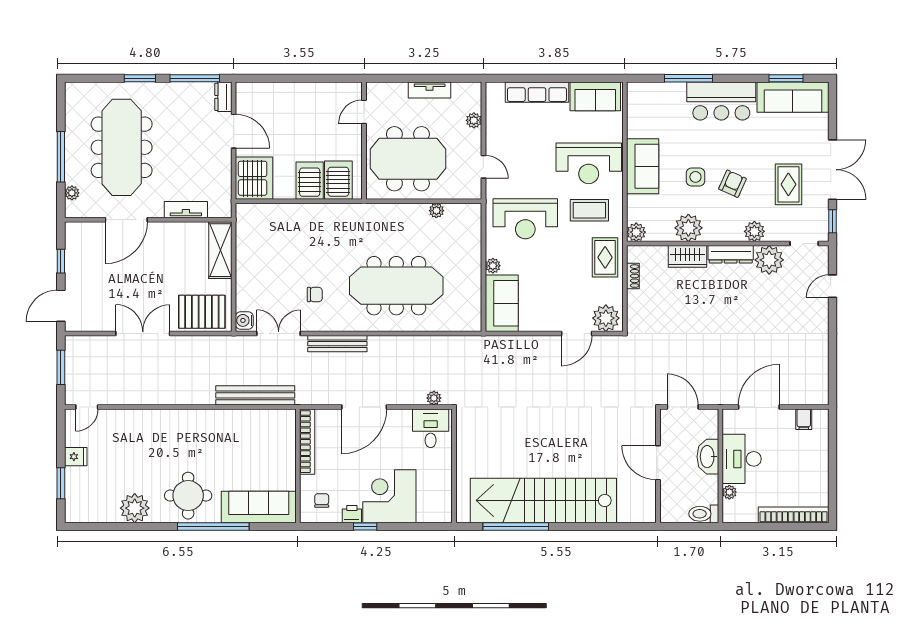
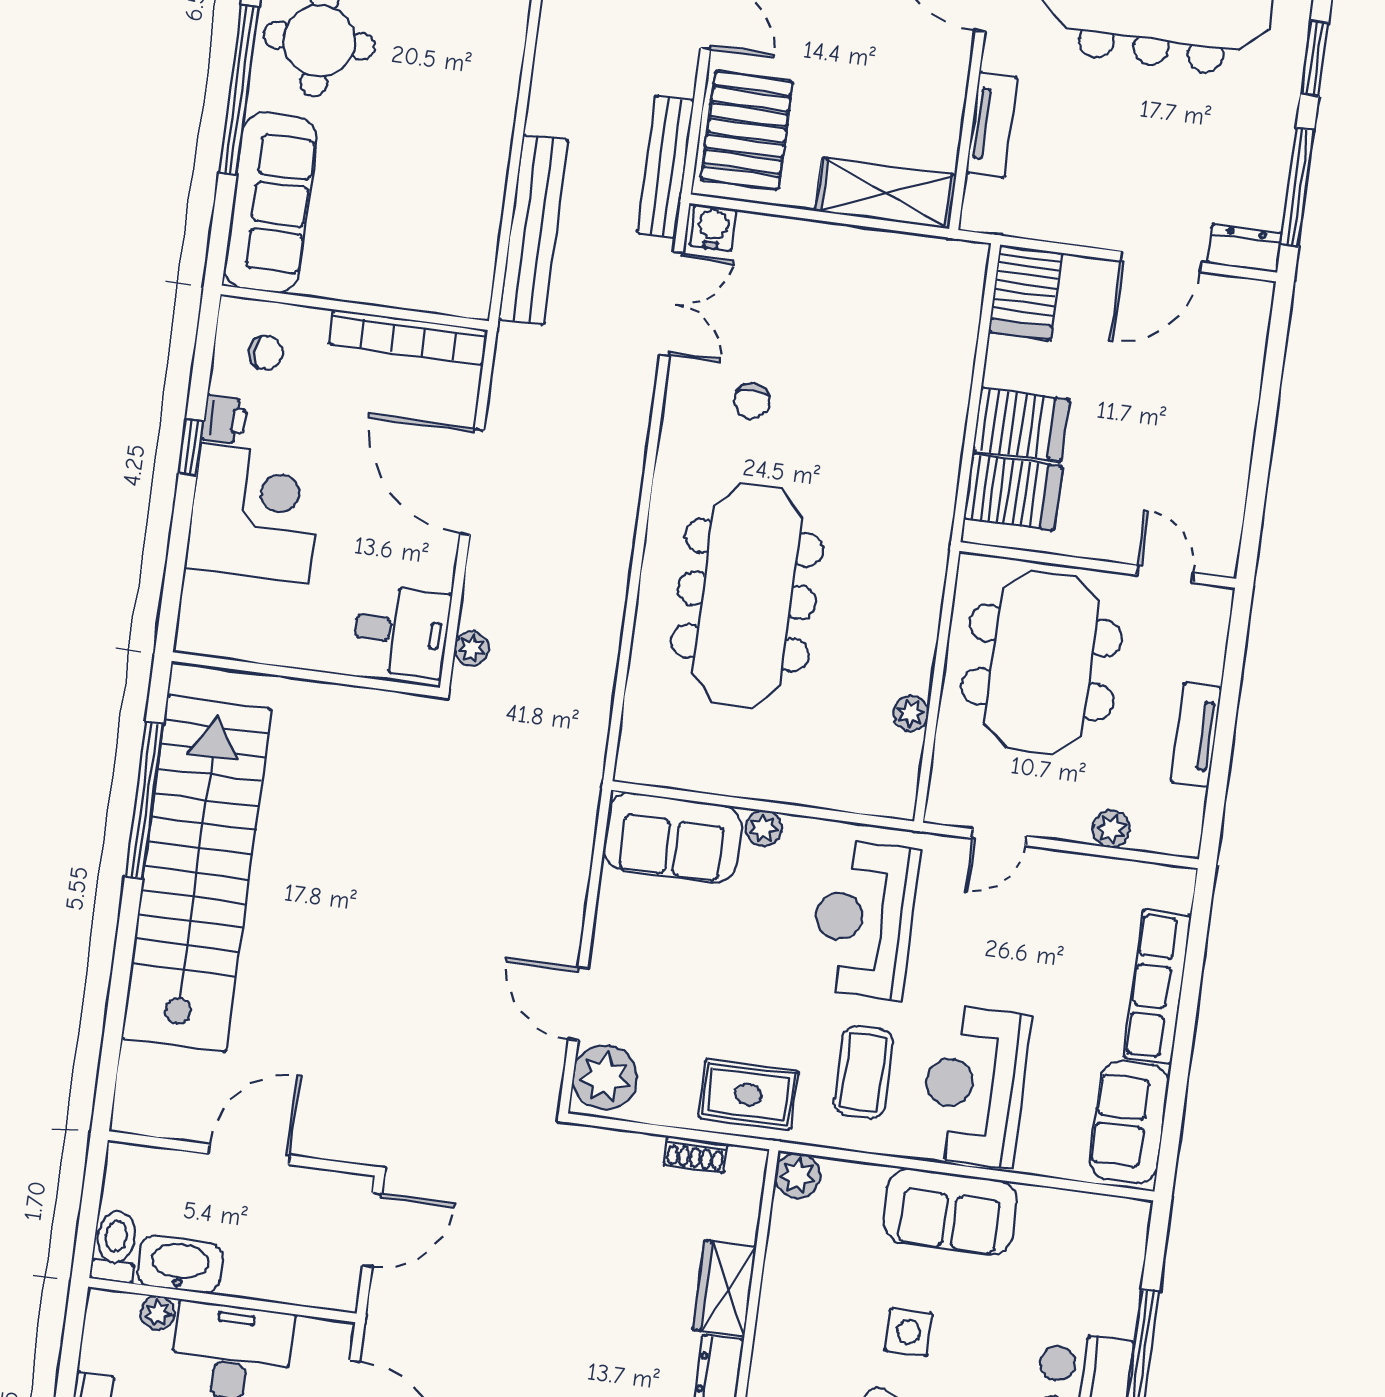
server rack: (254, 178) -> (1025, 292), width x0.62
plant: (688, 228) -> (791, 1300), removed
bench: (337, 344) -> (666, 167), moved
washbasin: (708, 457) -> (180, 1264), moved

